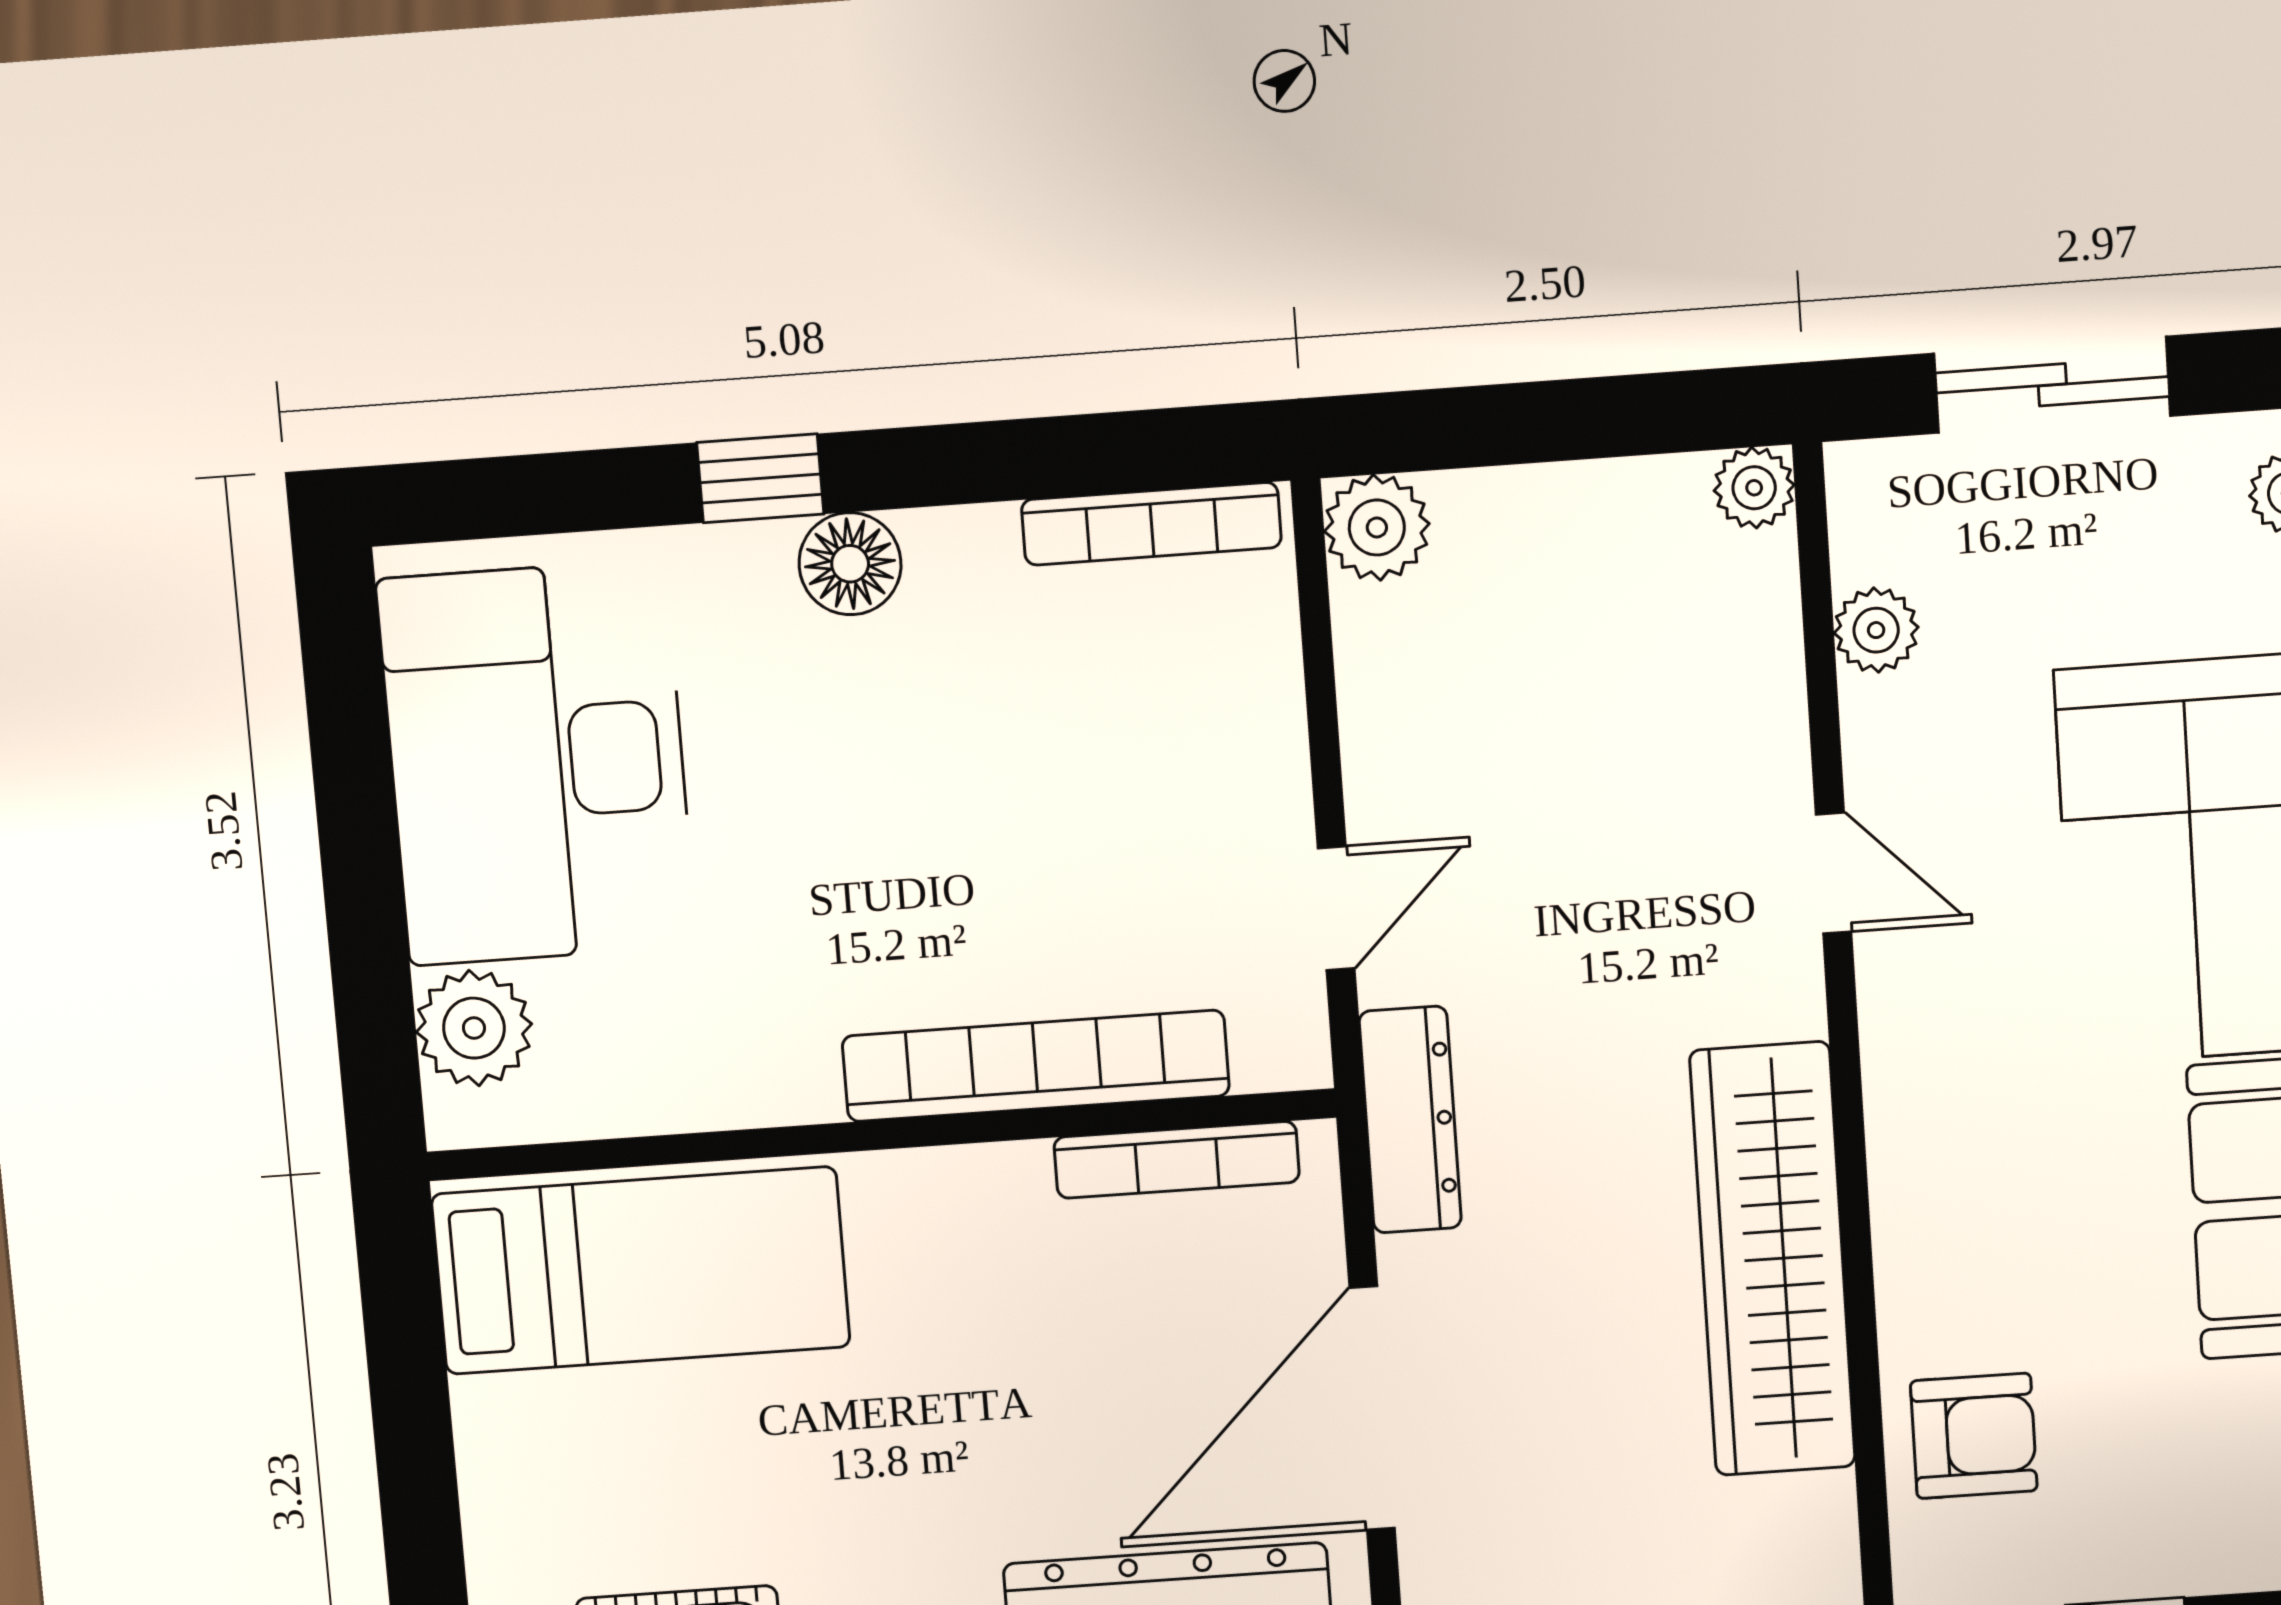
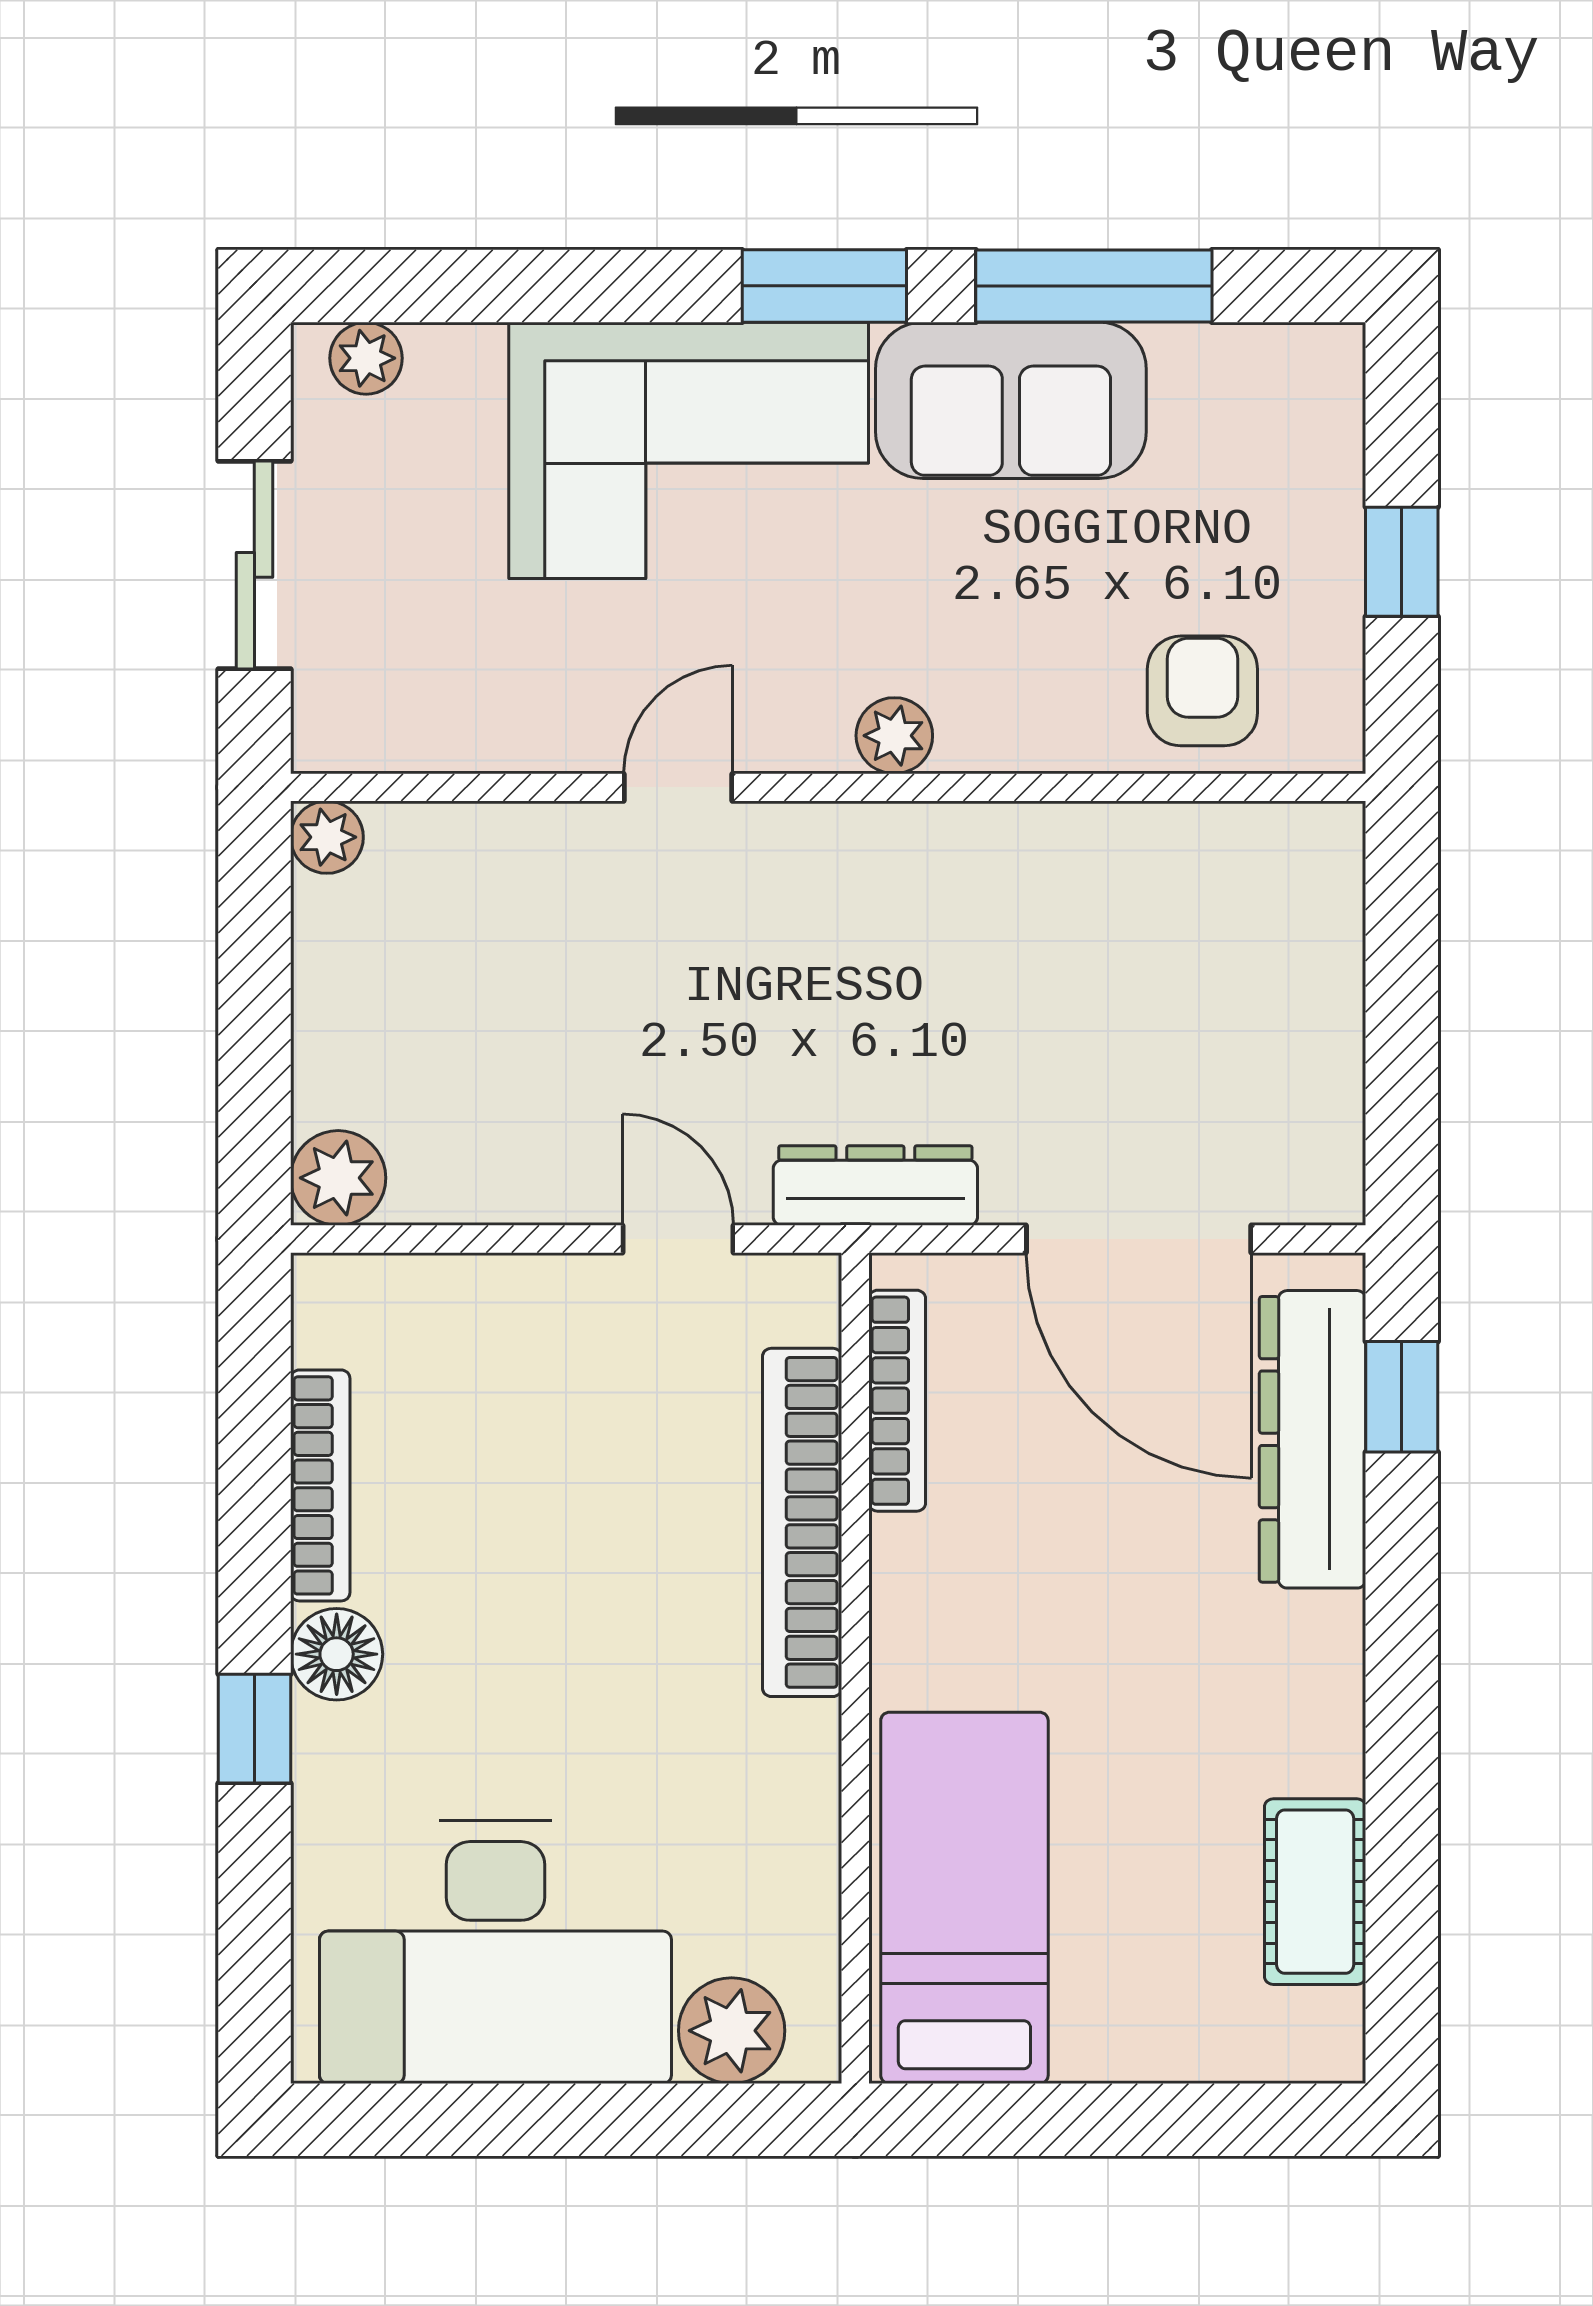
bookcase: (1151, 524) -> (320, 1485), moved
plant: (1876, 630) -> (894, 736), moved
wardrobe: (1773, 1259) -> (1026, 865), removed

